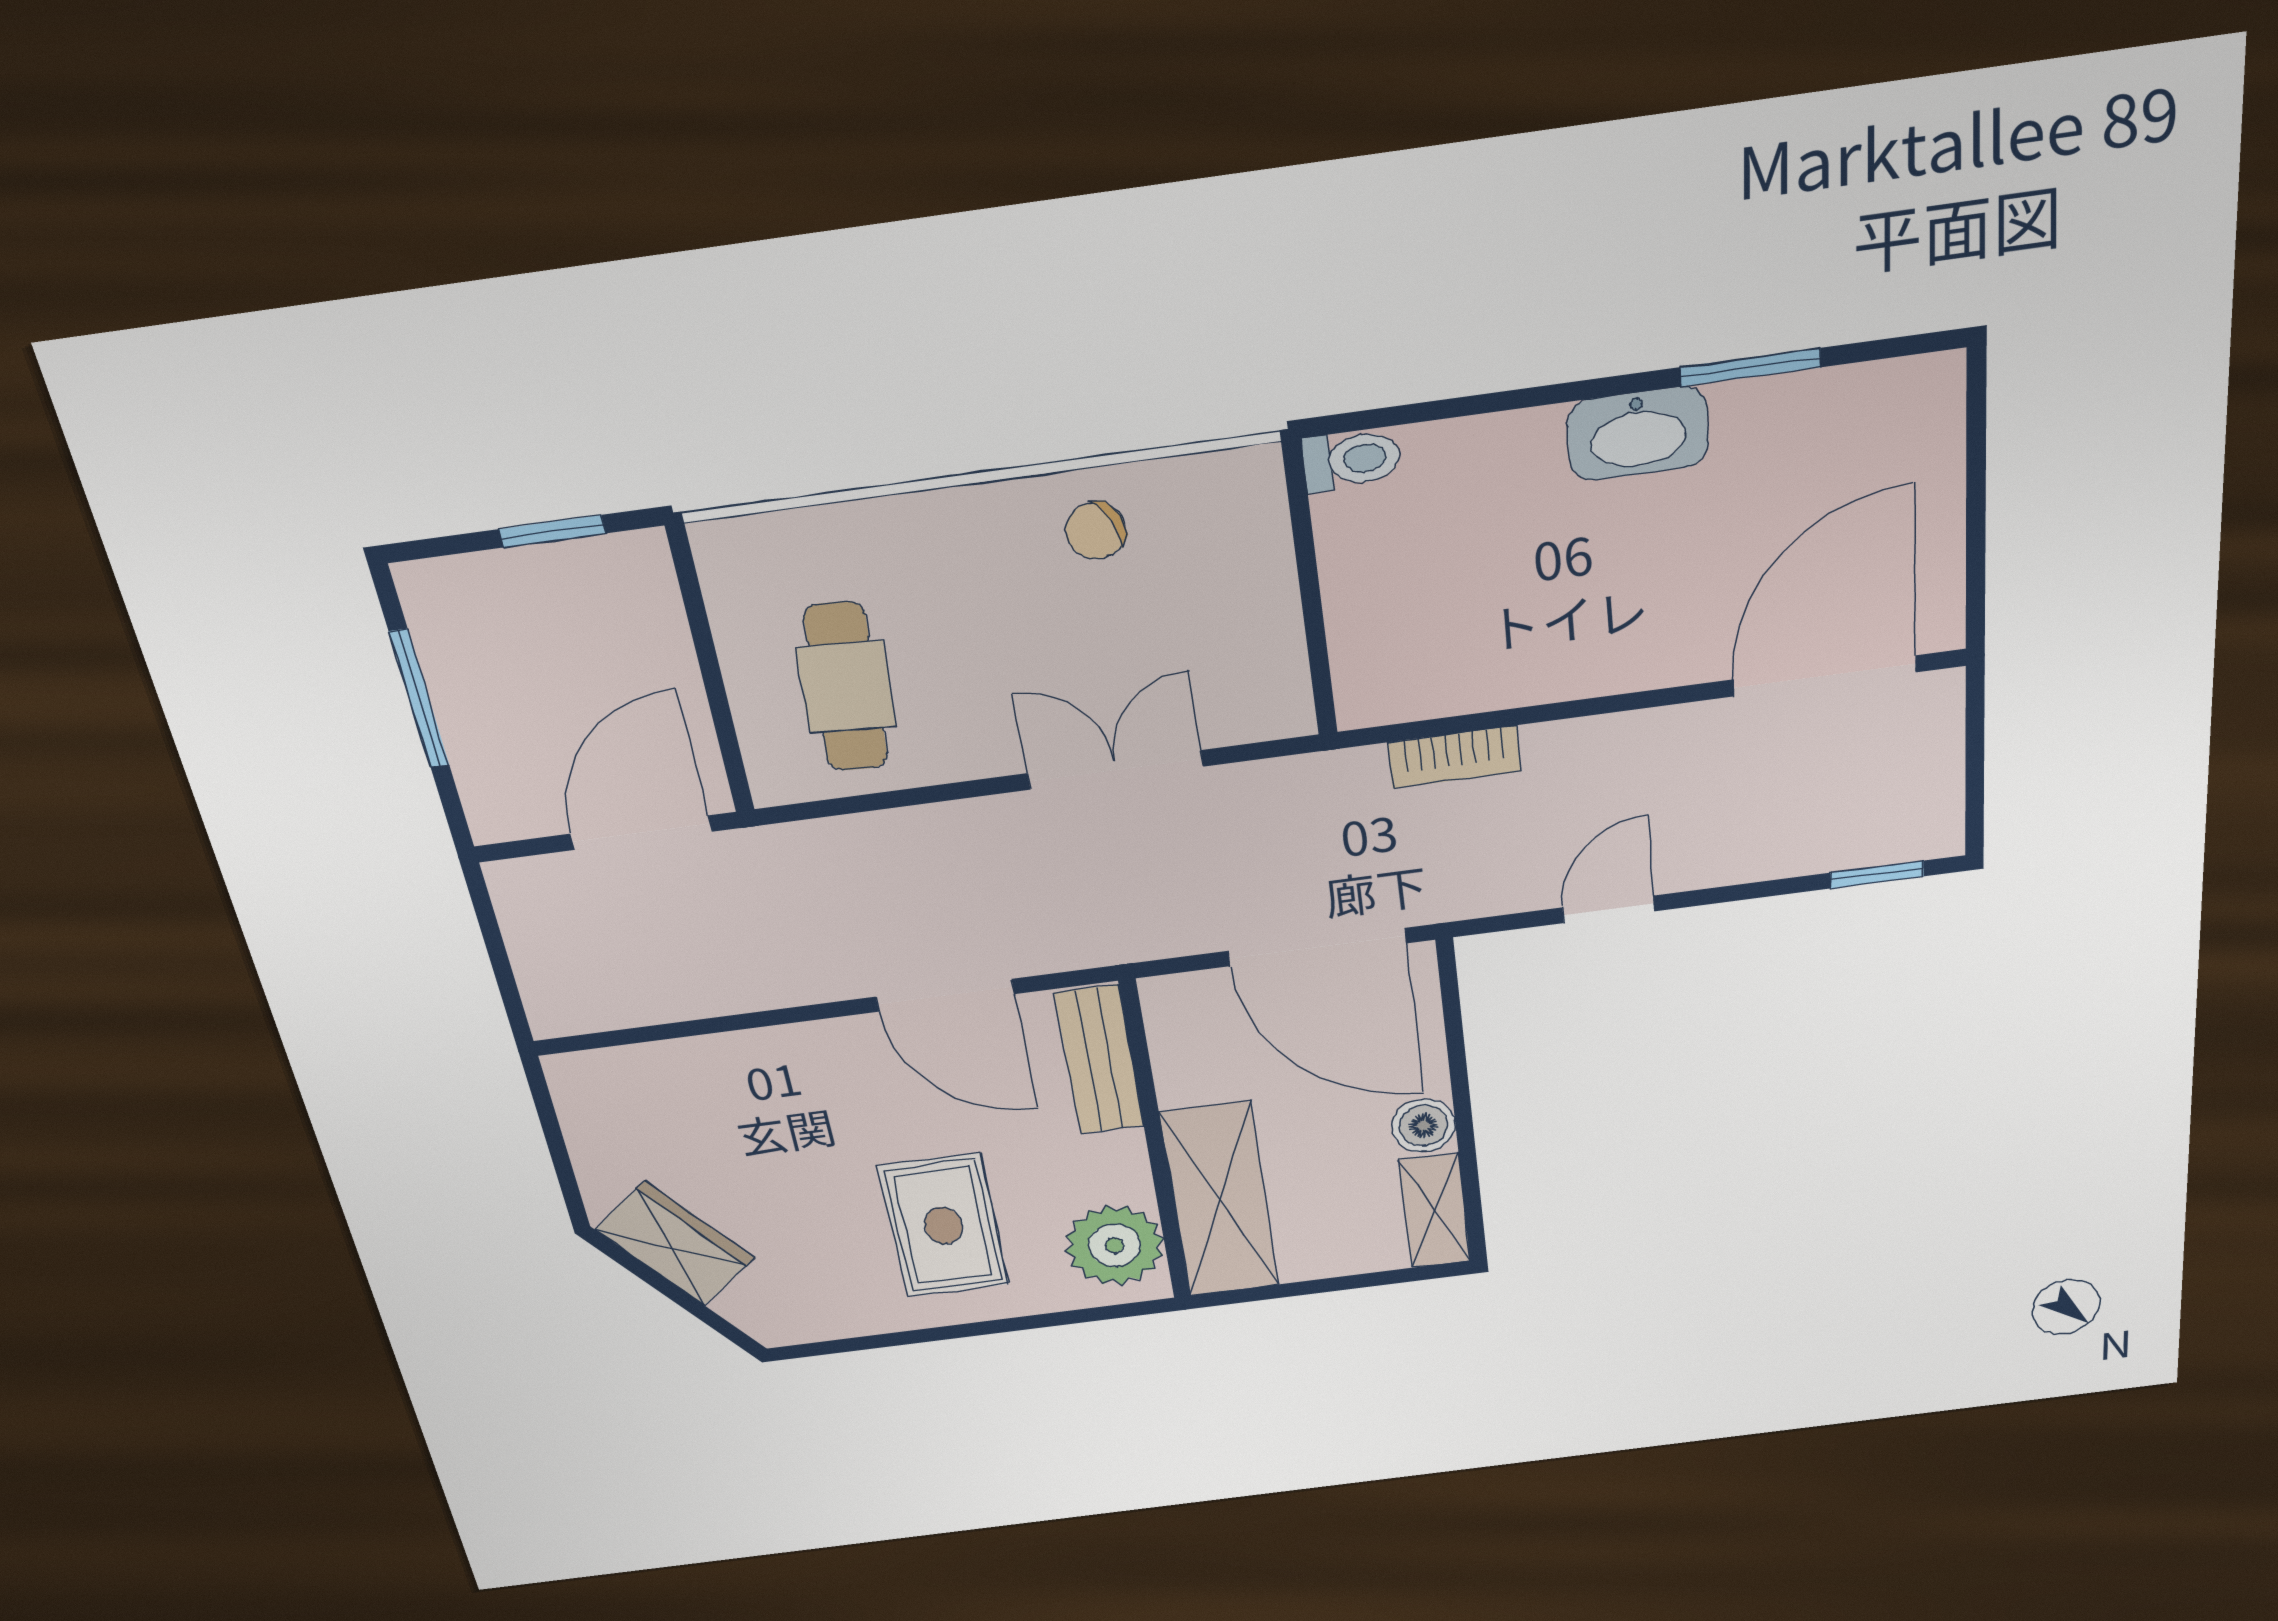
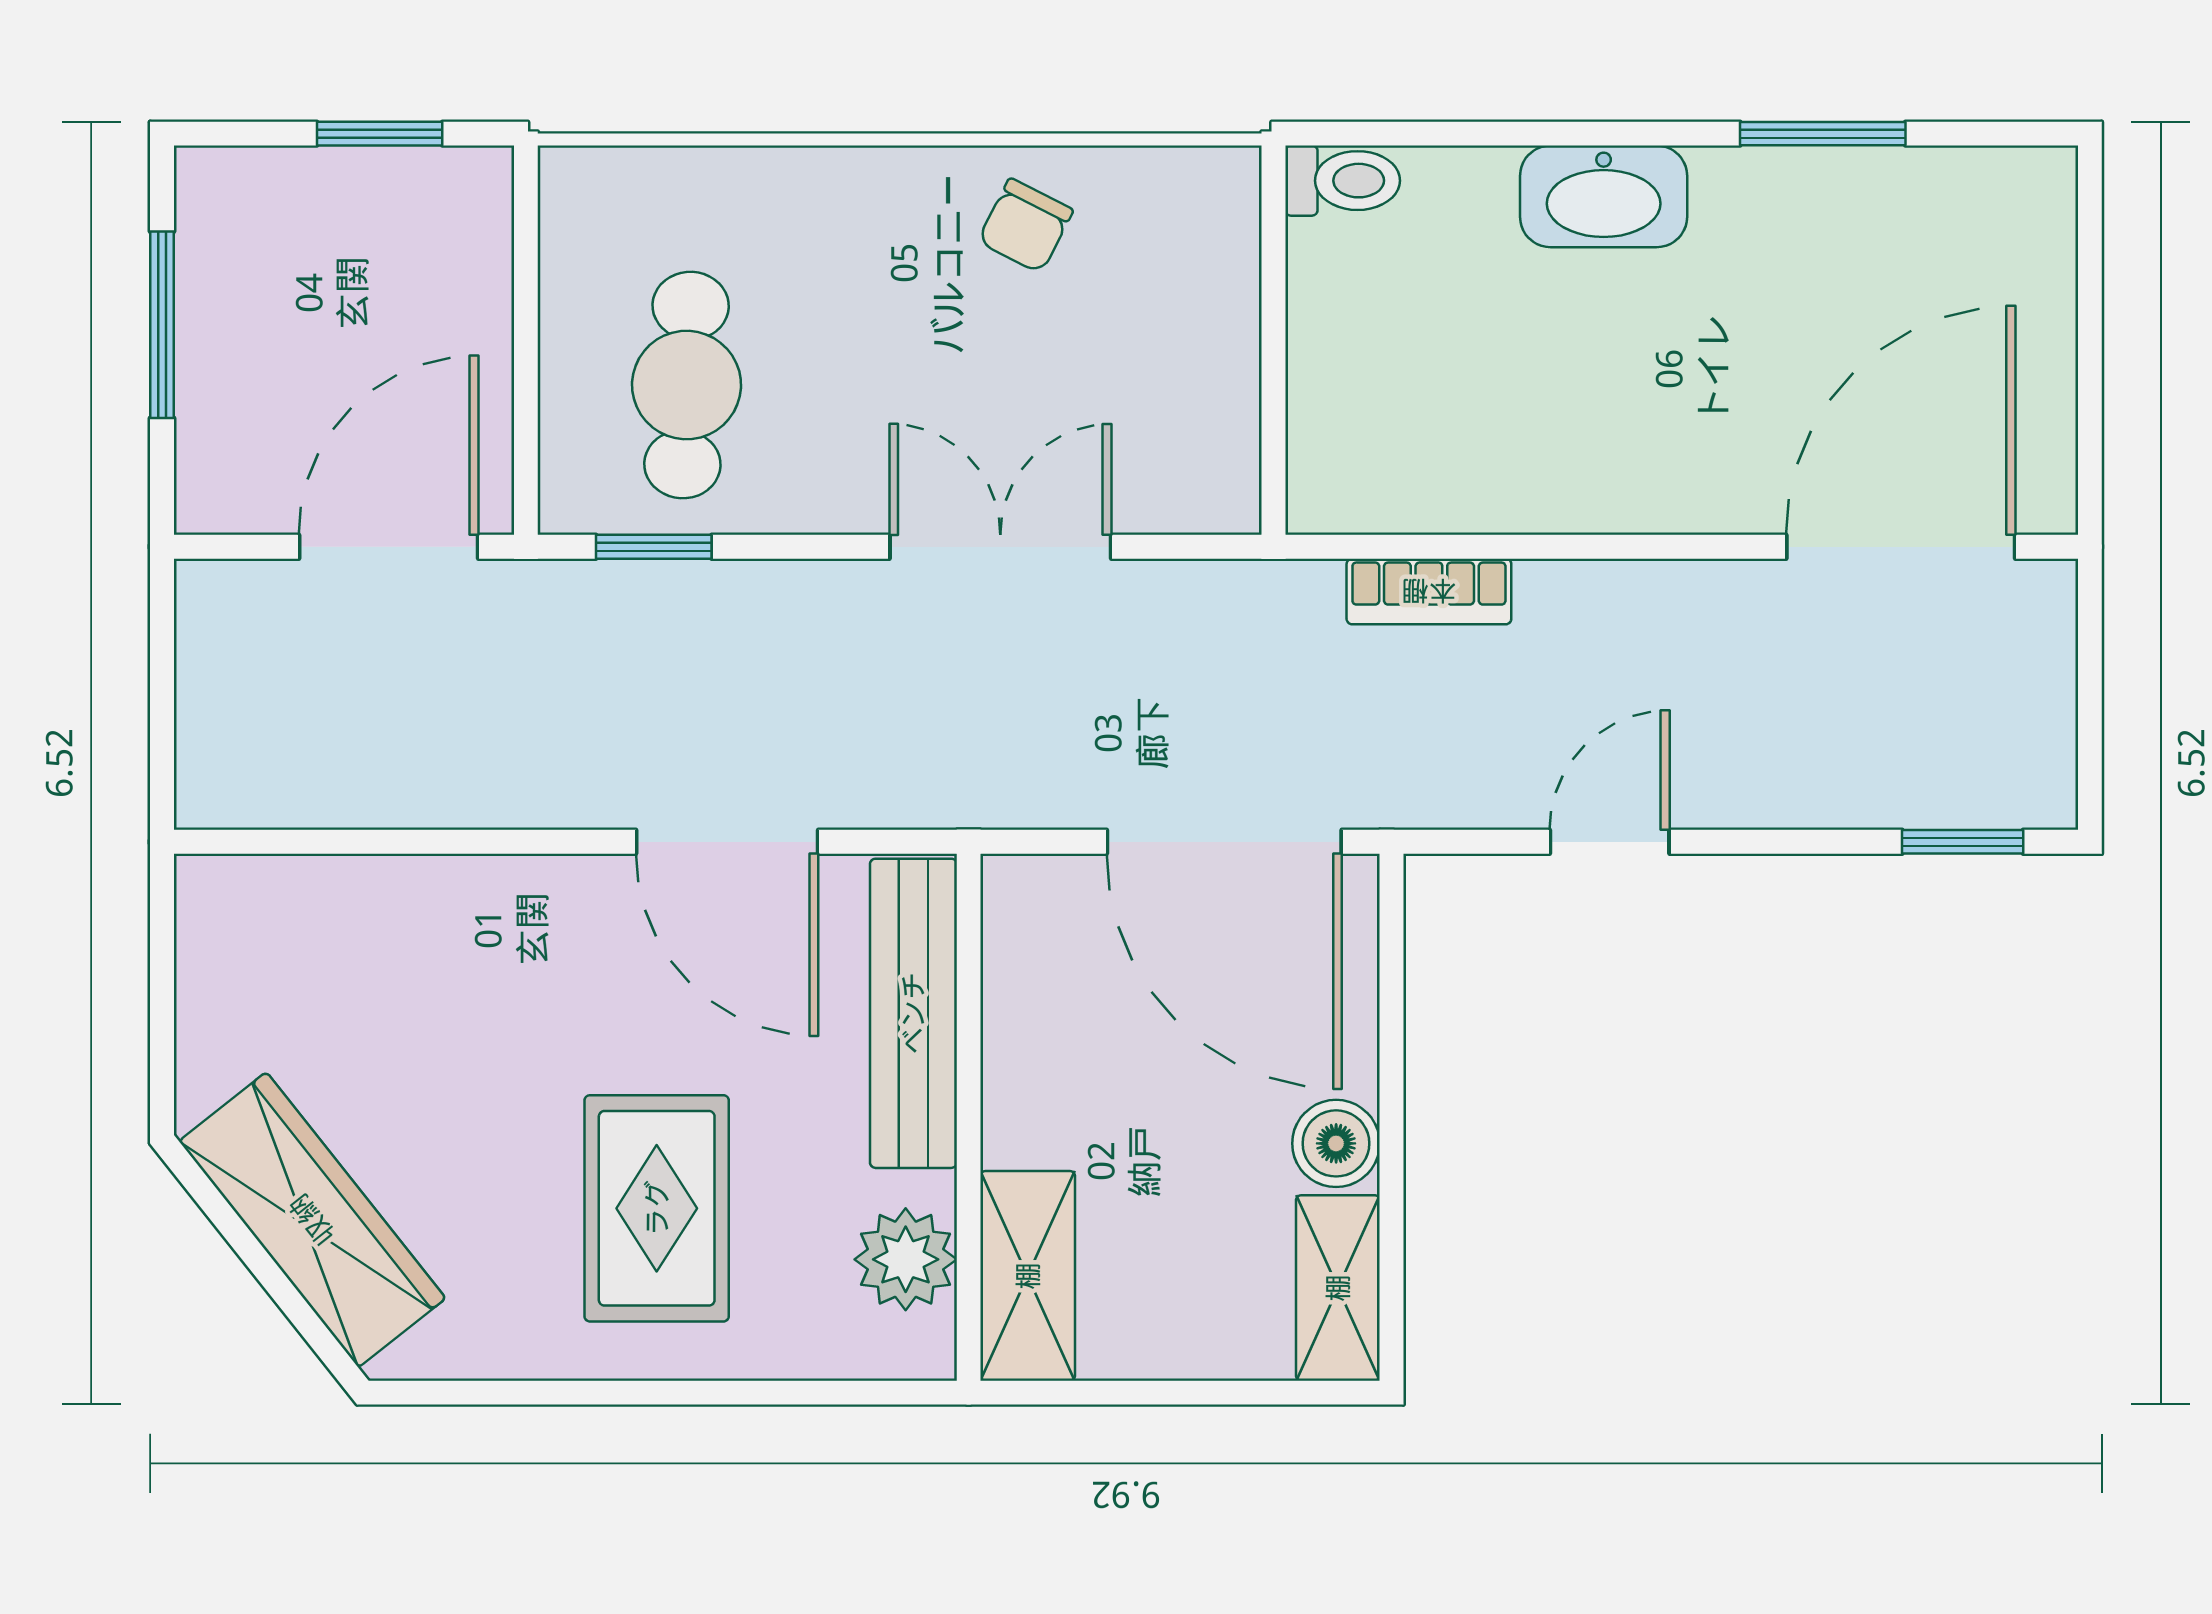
washbasin: (1638, 434) -> (1604, 196), moved
chair: (1096, 531) -> (1025, 226), turned -38
window: (846, 806) -> (654, 547), added
bench: (1099, 1060) -> (913, 1013), width x1.36
shelving: (1220, 1200) -> (1028, 1276), width x0.67, depth x0.75
wardrobe: (675, 1244) -> (312, 1220), width x1.50
plant: (1115, 1245) -> (906, 1259), width x0.73, depth x0.73

